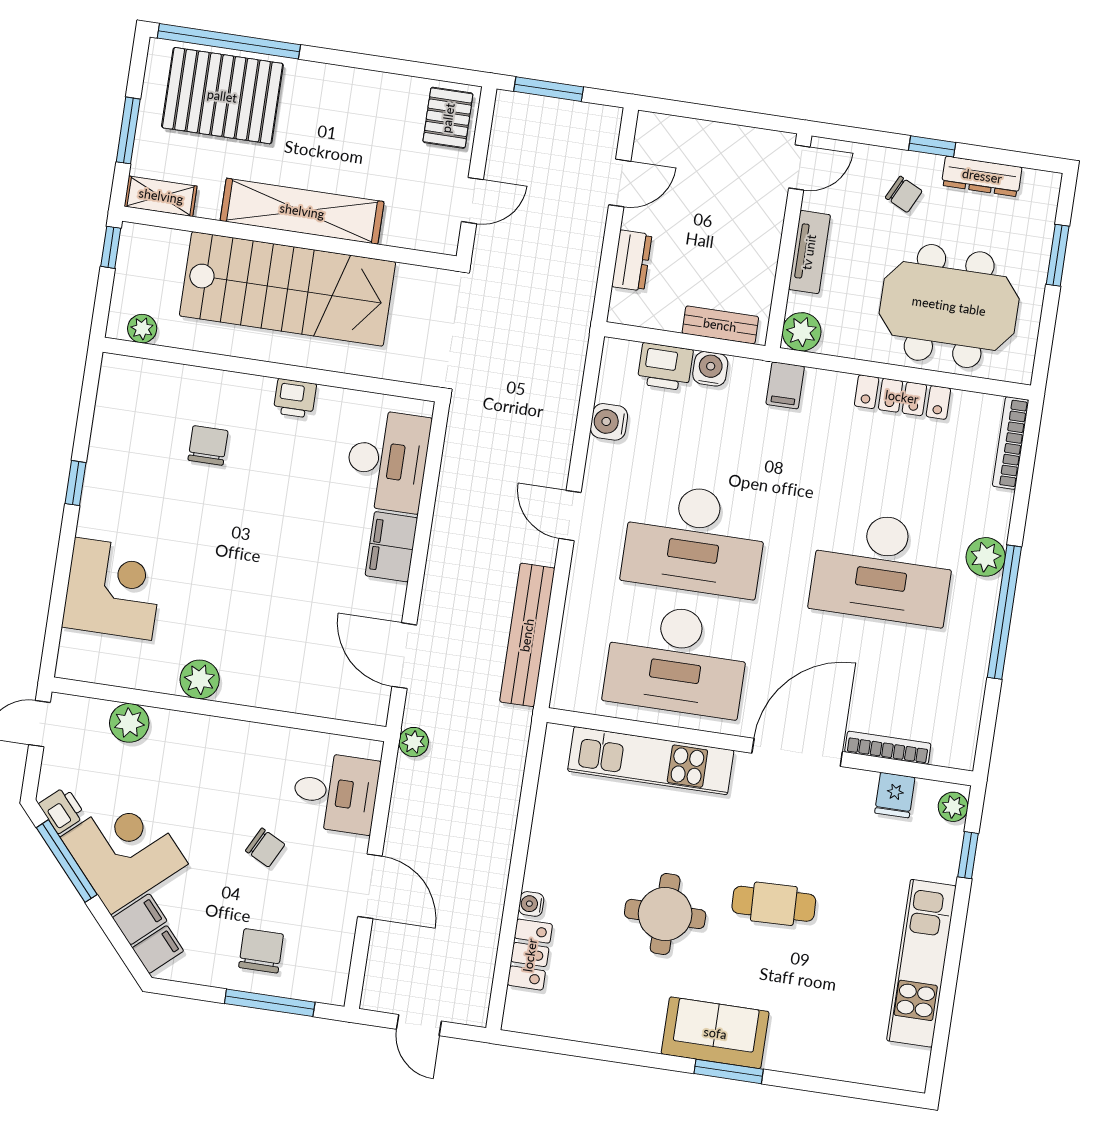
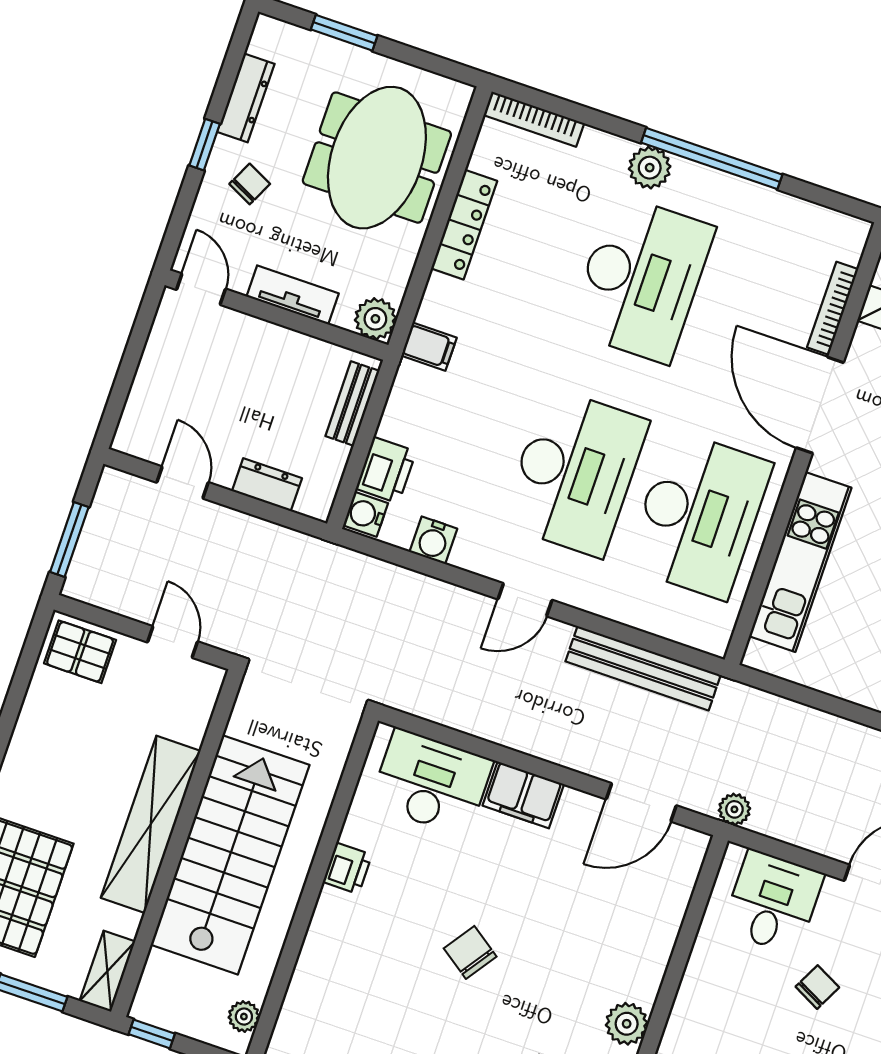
water cooler: (710, 369) -> (366, 514), moved
chair: (208, 445) -> (470, 952), moved, turned 35

